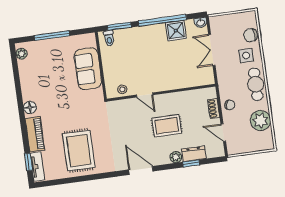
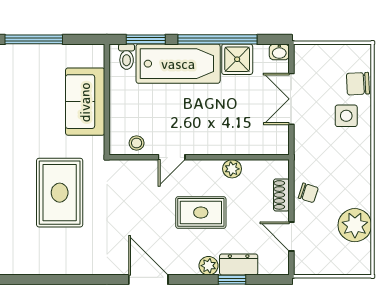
bathtub: (141, 38) -> (178, 64), added
cafe table: (256, 84) -> (355, 165), removed
door: (145, 95) -> (172, 157), hinge flipped
plant: (182, 97) -> (232, 169), added
rug: (79, 151) -> (60, 193), moved

